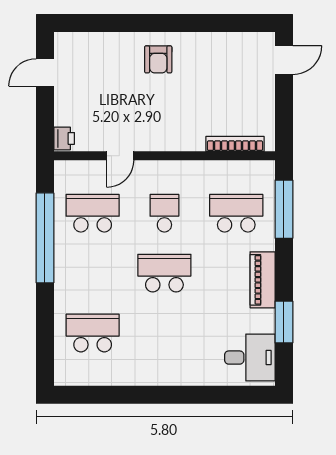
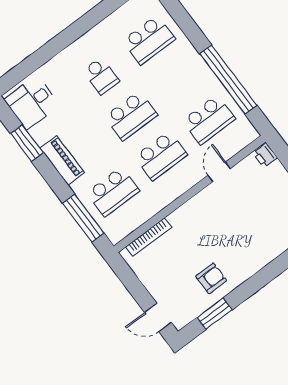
window: (227, 23) -> (214, 314), added
armchair: (158, 59) -> (211, 278), moved, turned 90
door: (284, 60) -> (158, 317), hinge flipped
school desk: (164, 213) -> (161, 156), width x1.85
school desk: (164, 333) -> (101, 76), added

